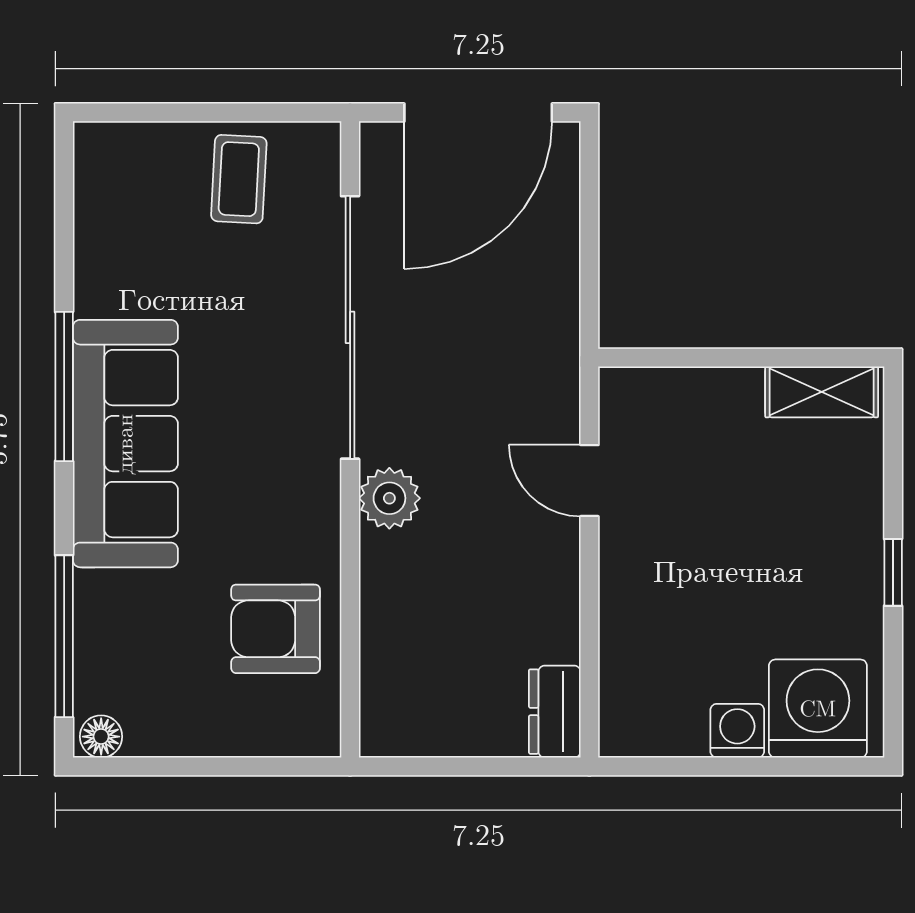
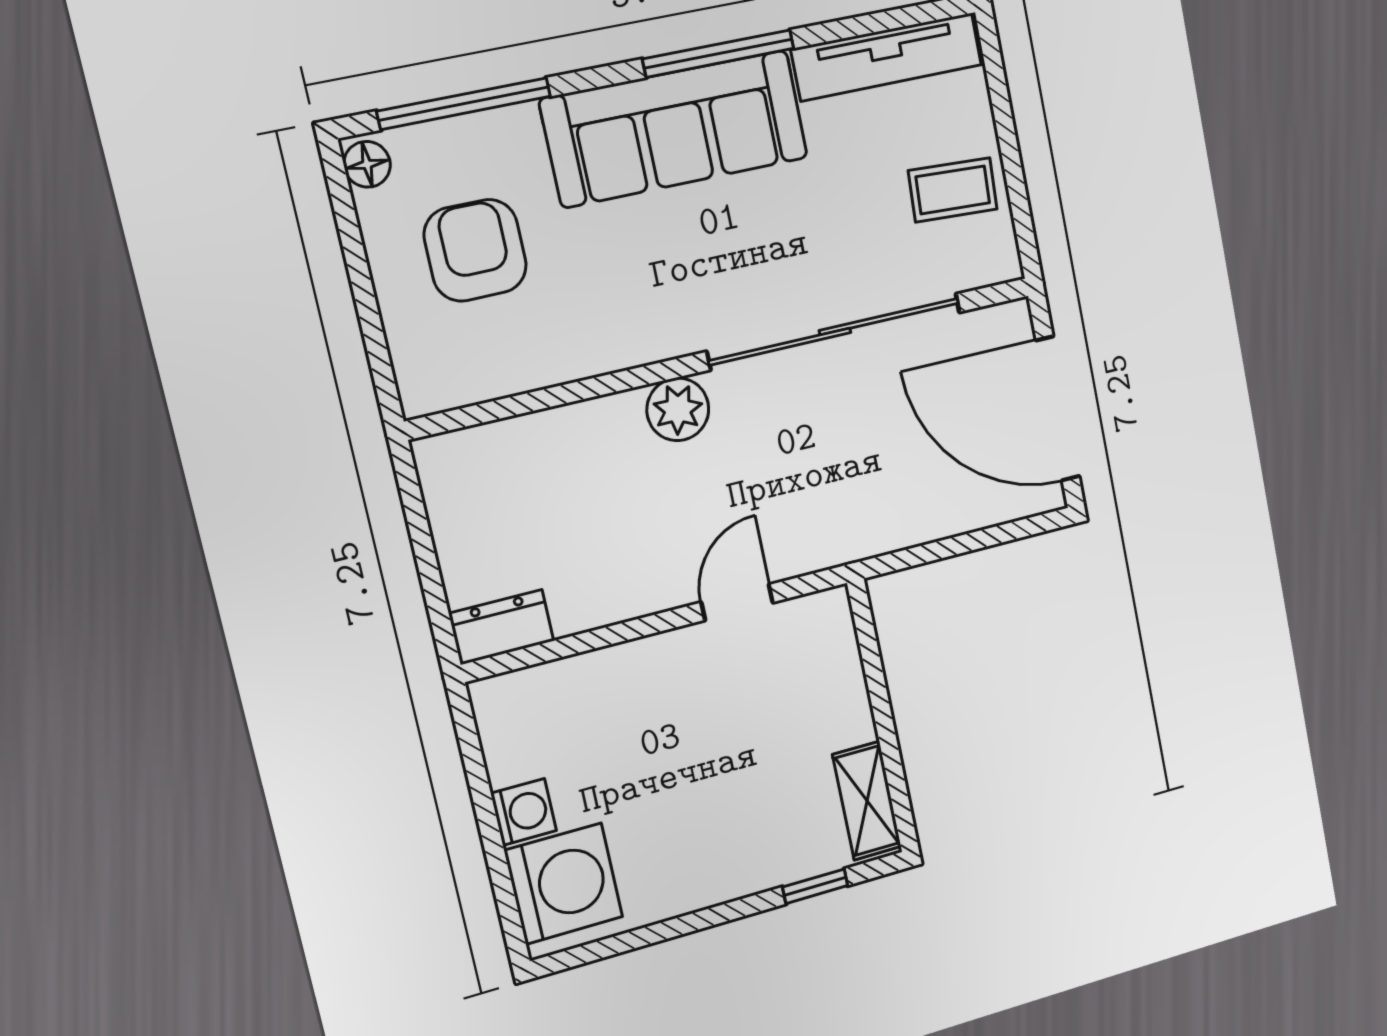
tv unit: (98, 220) -> (887, 57), added
window: (893, 572) -> (815, 886), moved
armchair: (276, 629) -> (475, 250), moved

